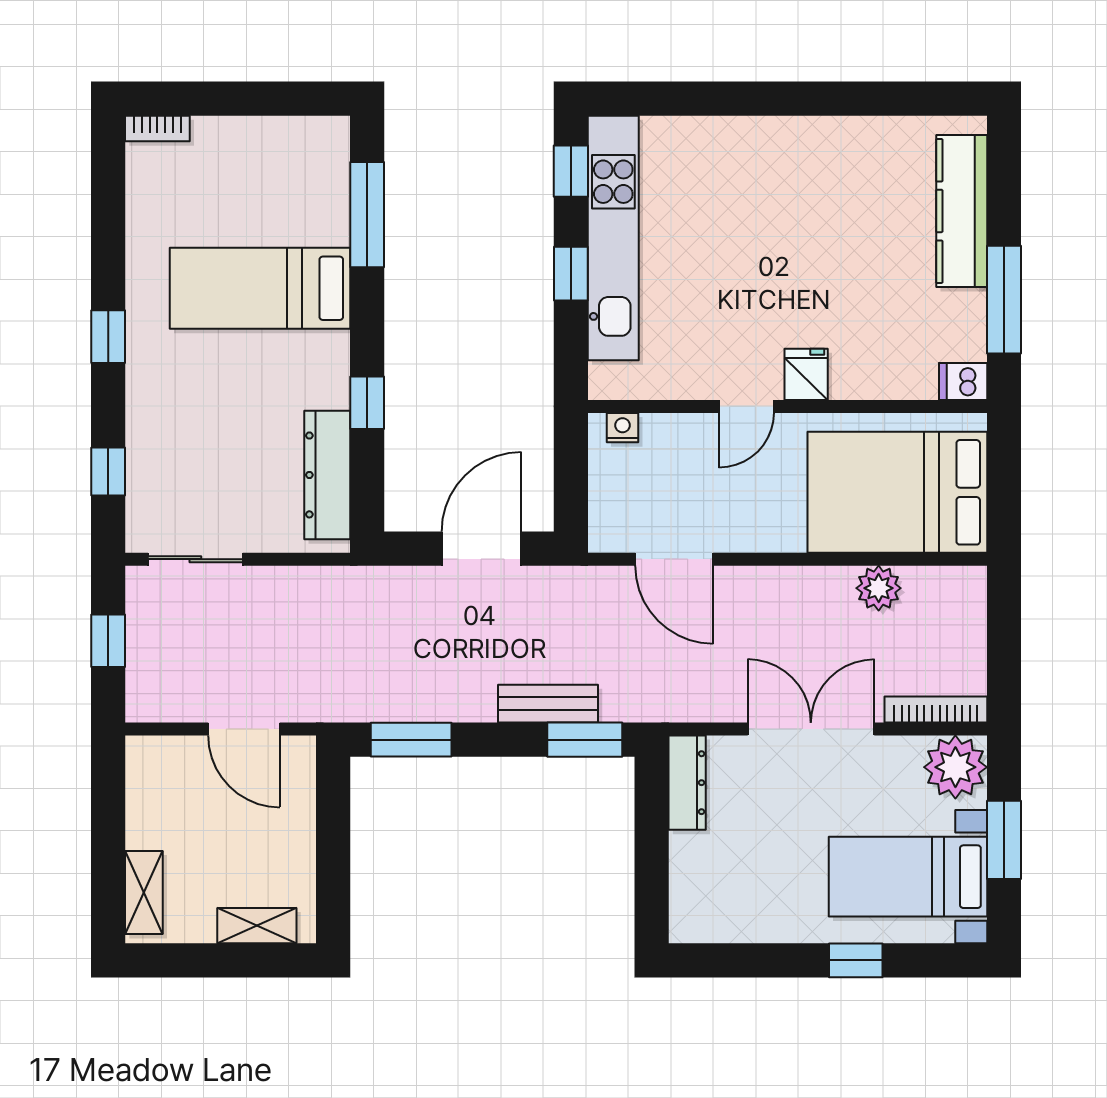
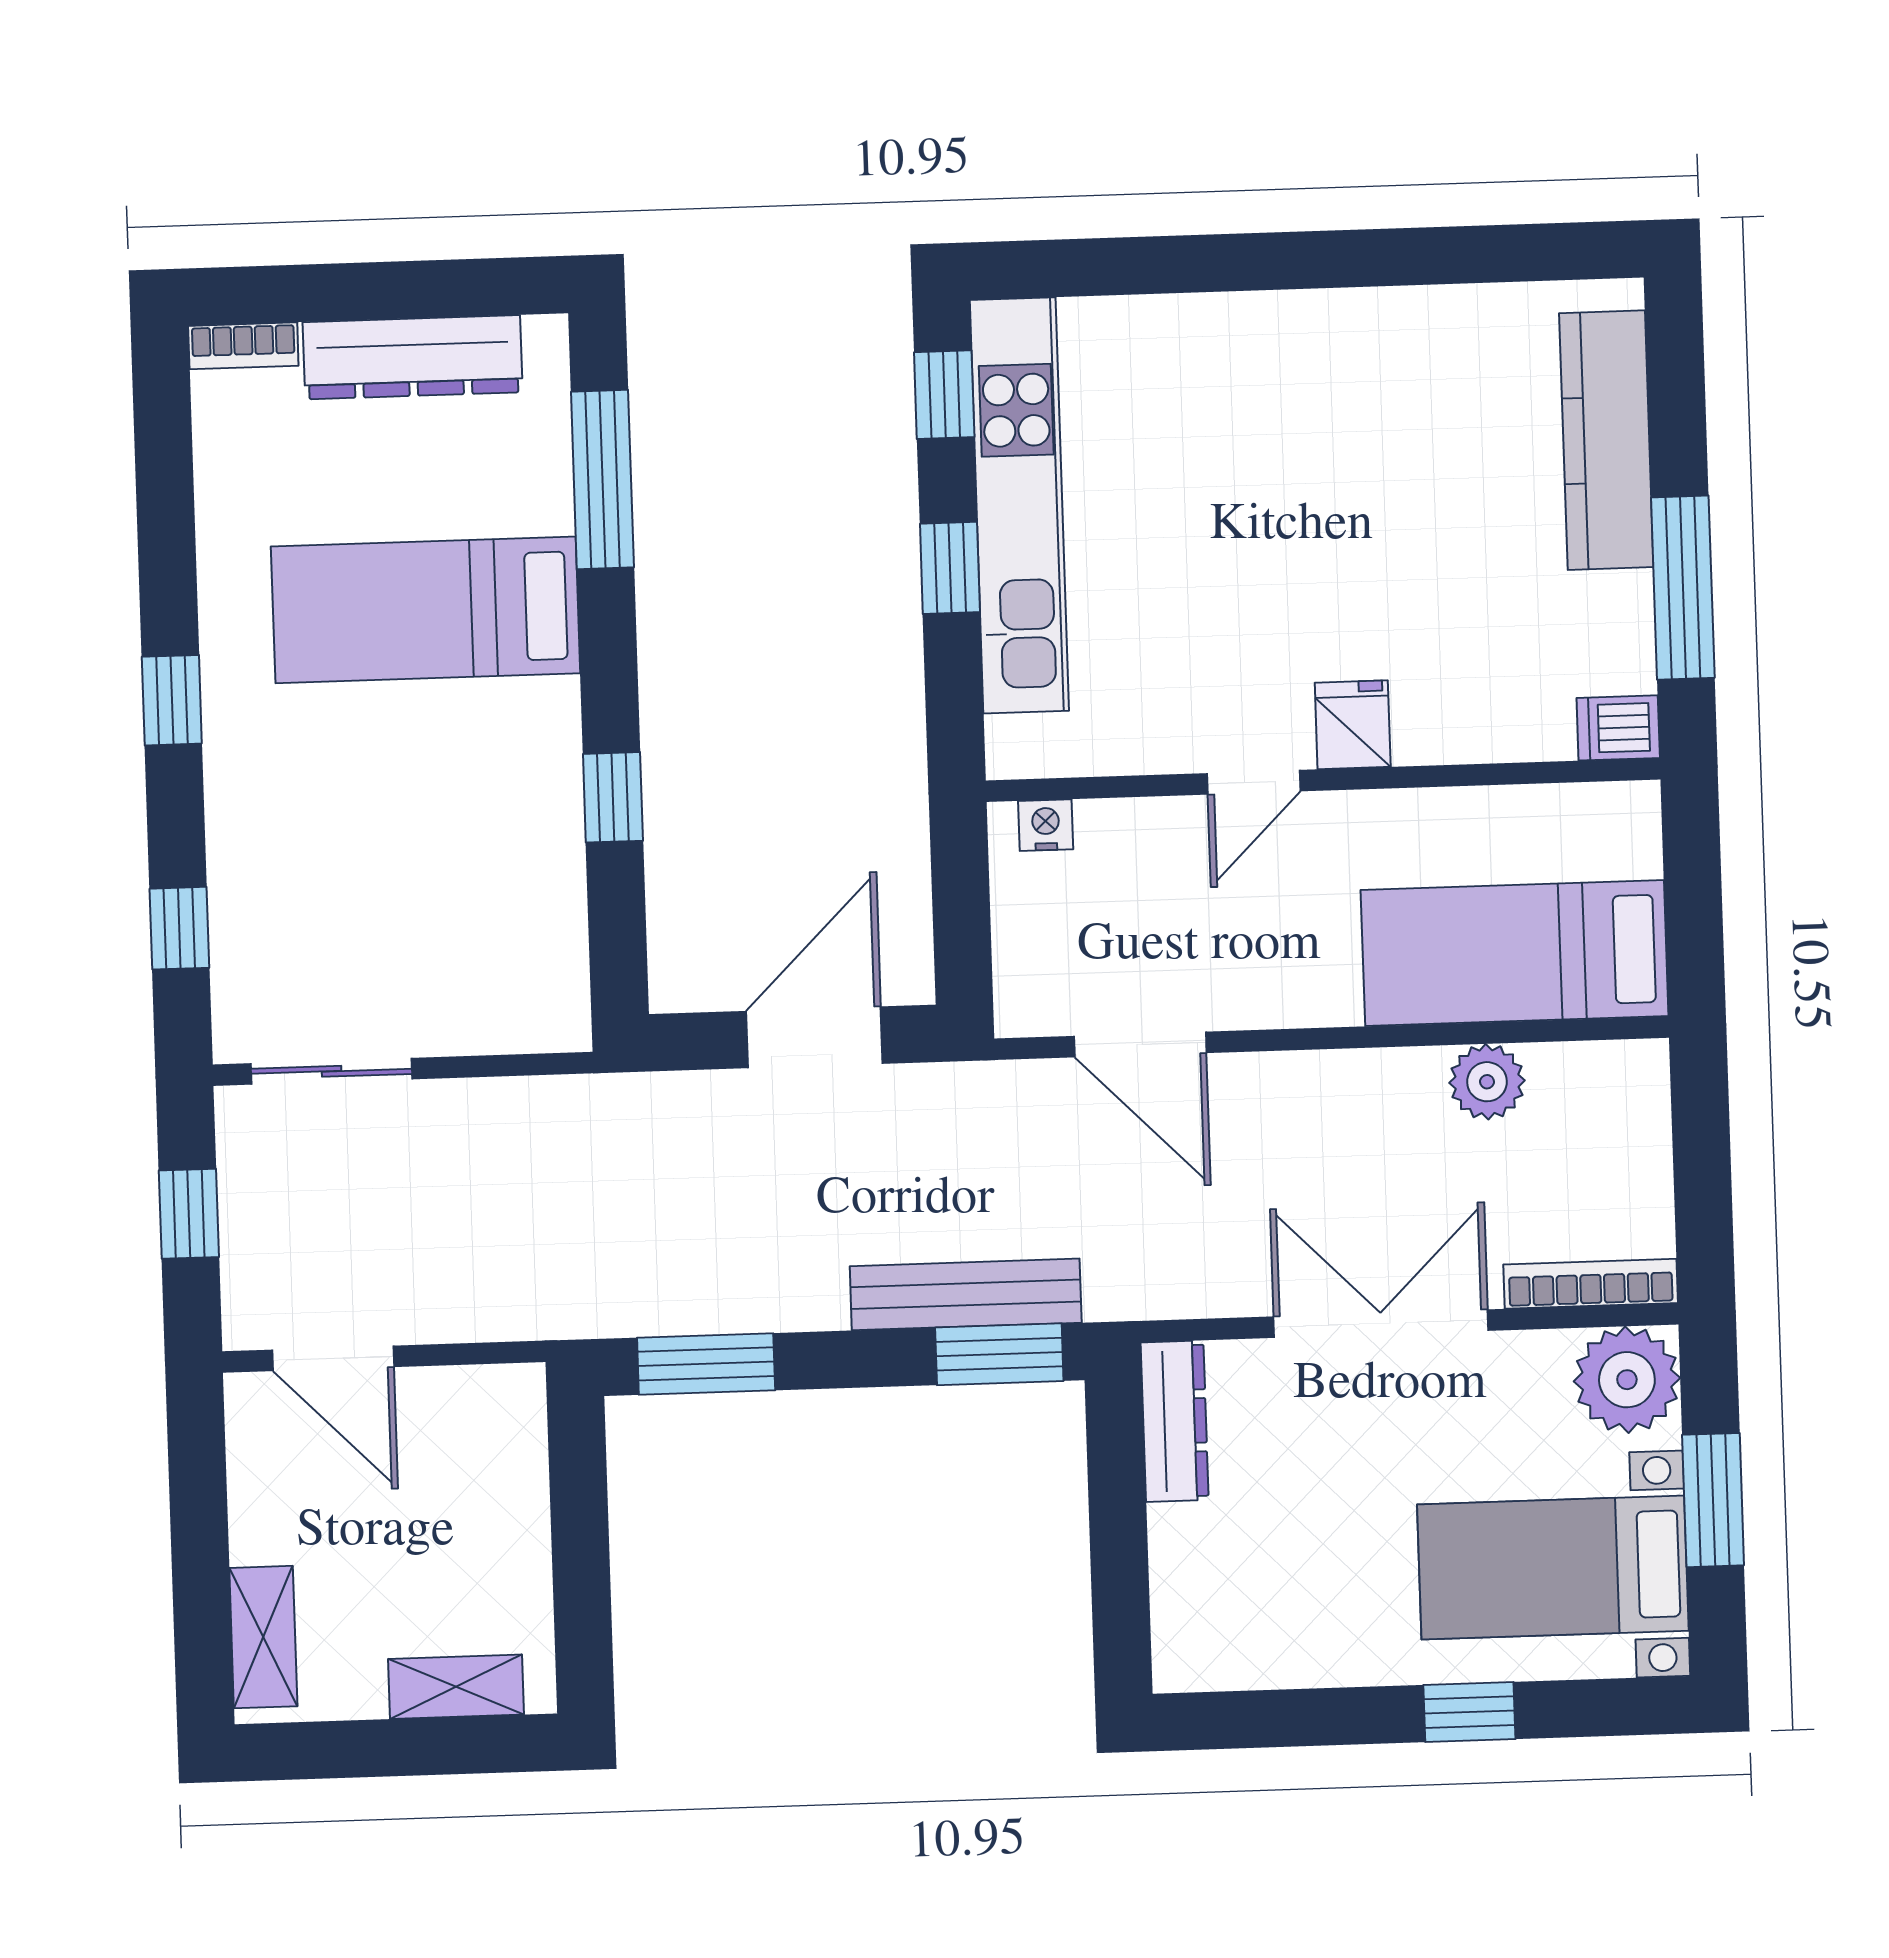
dresser: (327, 475) -> (413, 357), moved, turned -90
bed: (897, 492) -> (1515, 953), width x0.67
bench: (548, 704) -> (966, 1294), width x1.36
door: (244, 729) -> (333, 1358), moved

